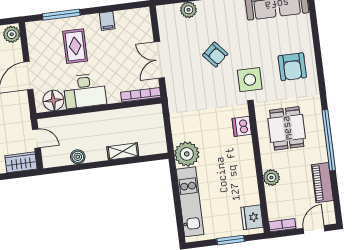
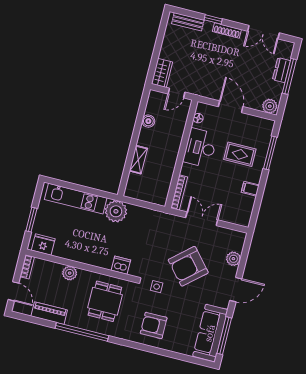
armchair: (215, 55) -> (188, 266), width x1.88, depth x1.88
side table: (250, 80) -> (157, 287), width x0.54, depth x0.54
floor lamp: (53, 100) -> (198, 118), width x0.53, depth x0.53
dining table: (287, 128) -> (105, 301), turned 90

